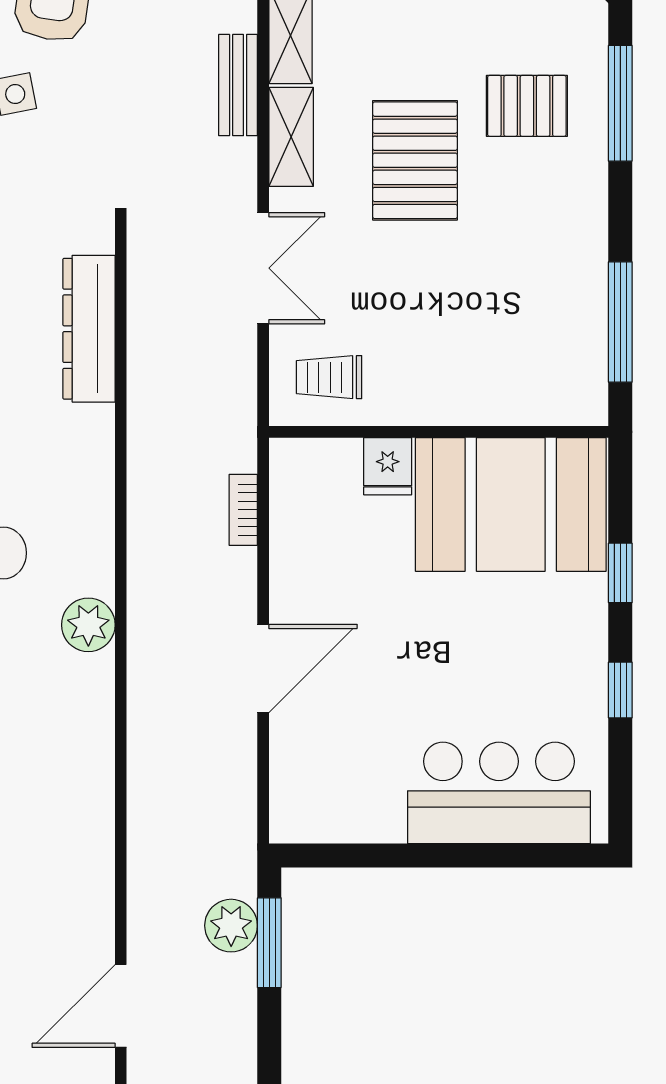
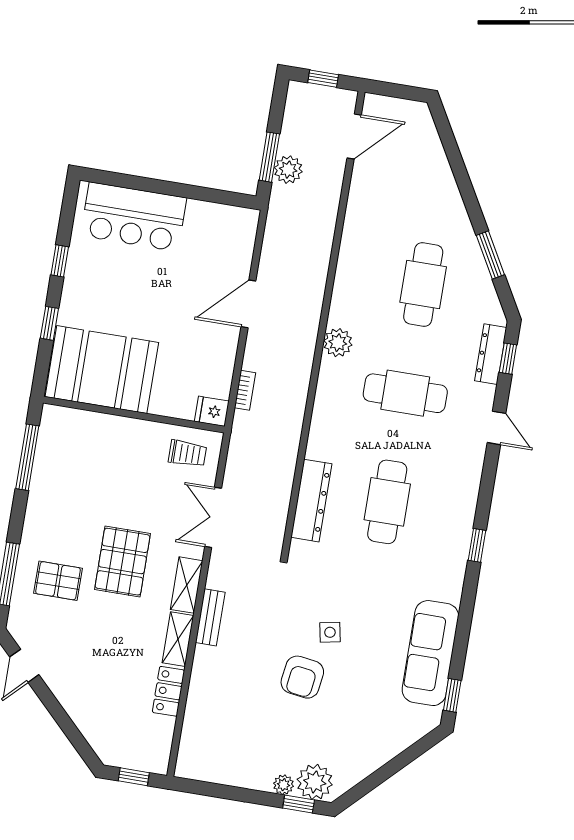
fridge: (388, 466) -> (212, 411), moved, turned -90

